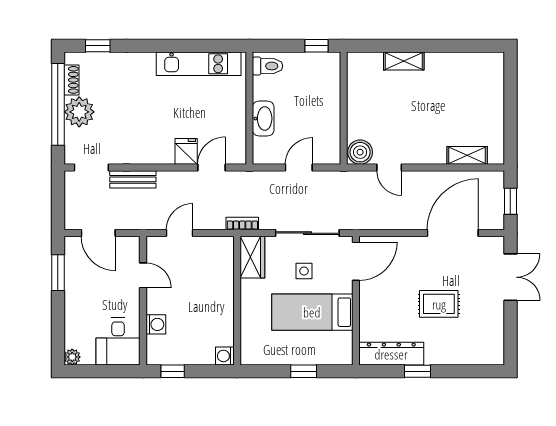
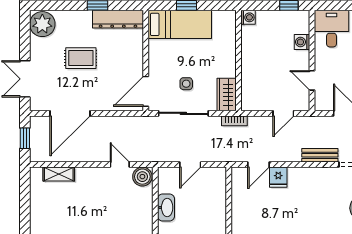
washbasin: (263, 119) -> (166, 207), moved, turned 180
bed: (312, 312) -> (180, 24), moved
plant: (488, 347) -> (42, 24), added

